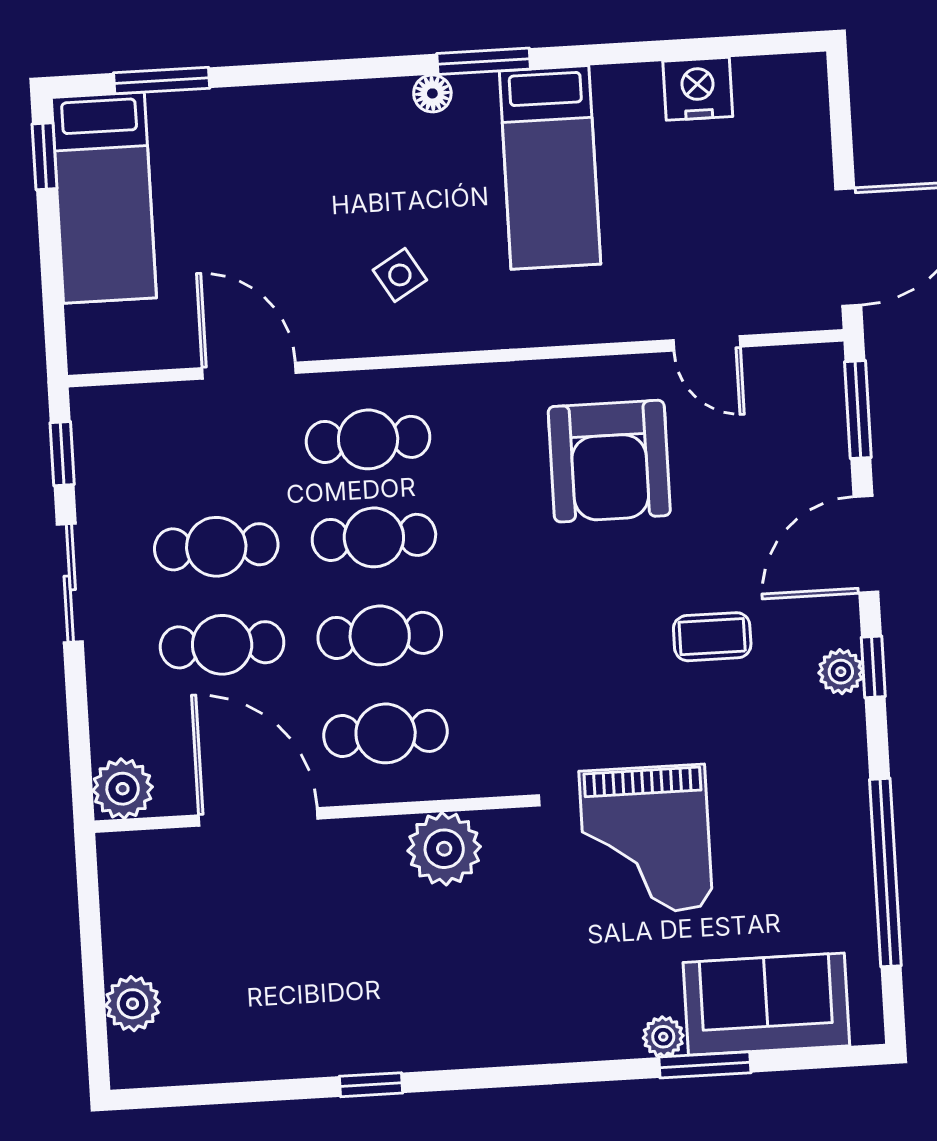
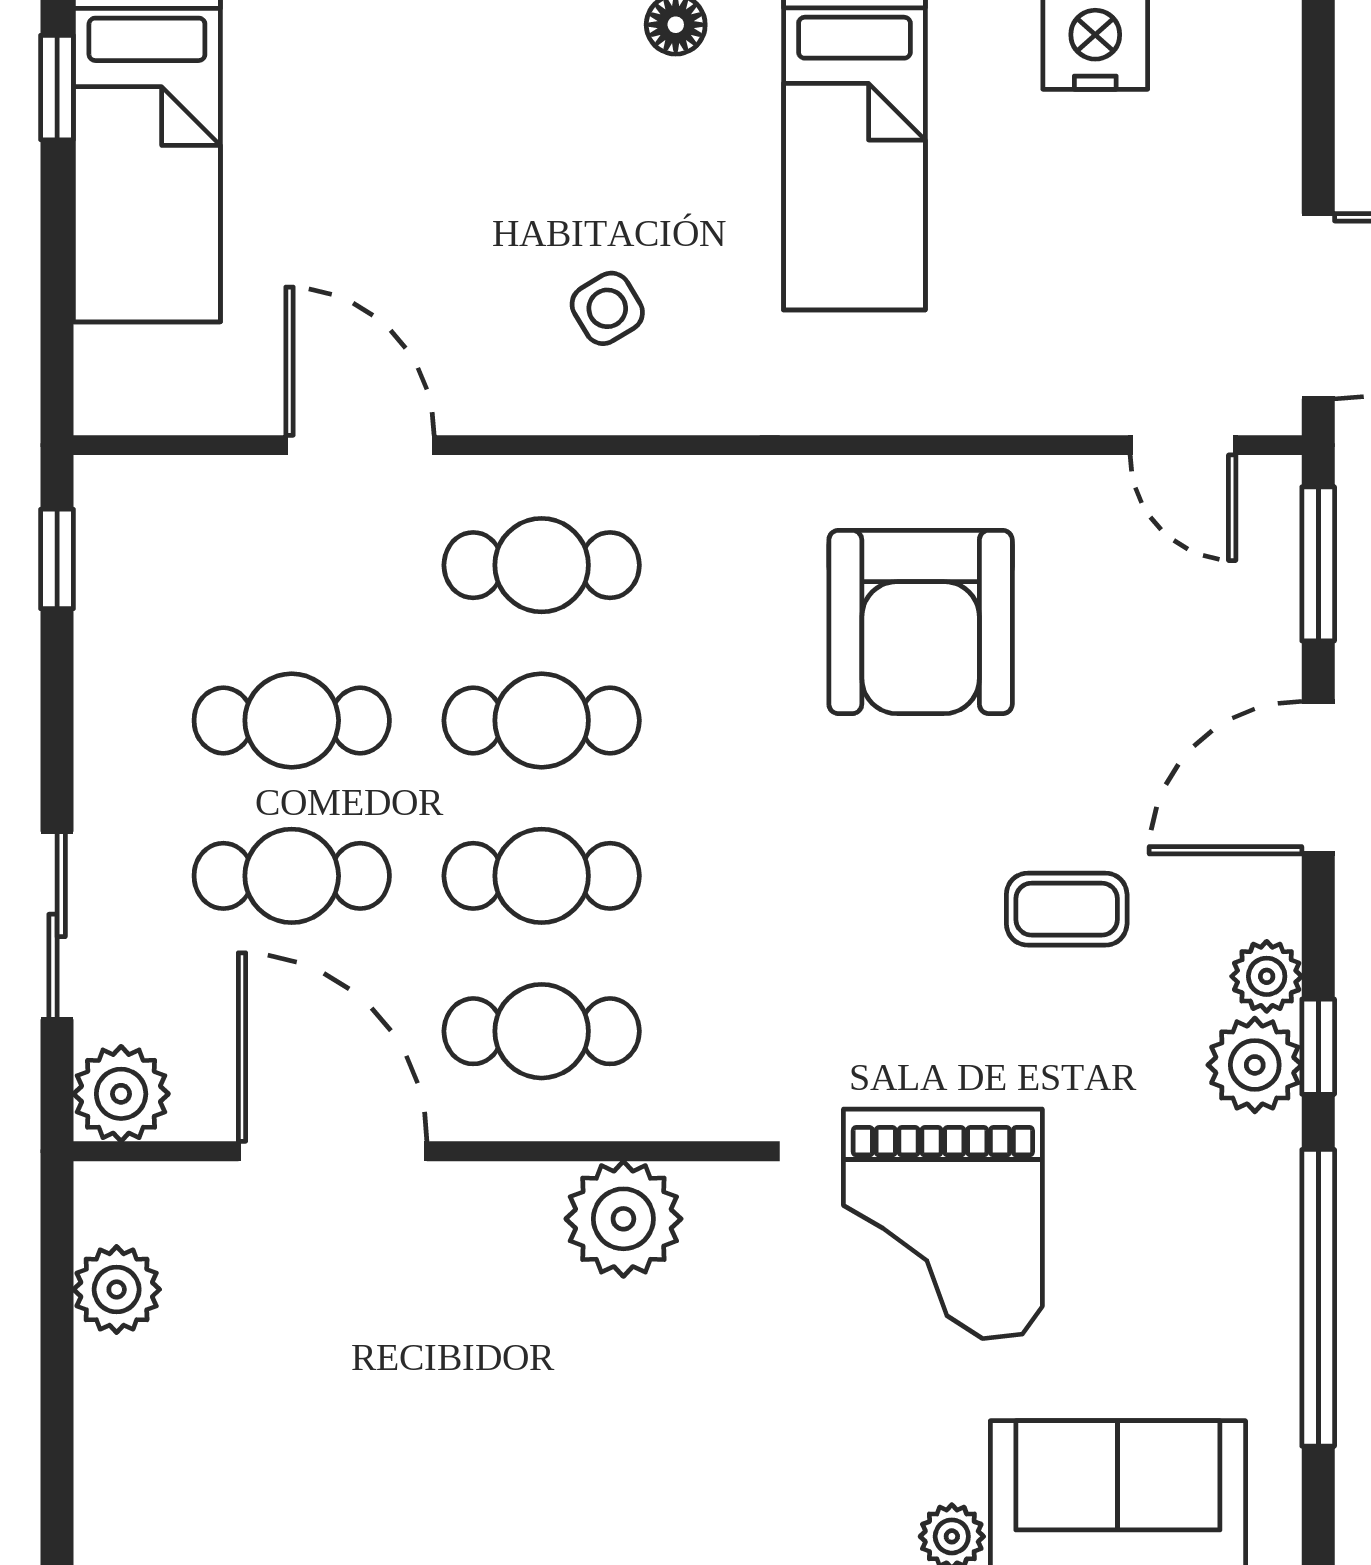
door: (707, 343) -> (1183, 445), moved
sliding door: (70, 583) -> (57, 925), moved
window: (873, 667) -> (1318, 1047), moved
plant: (837, 728) -> (1255, 1065), added
plant: (133, 1004) -> (117, 1289), moved

